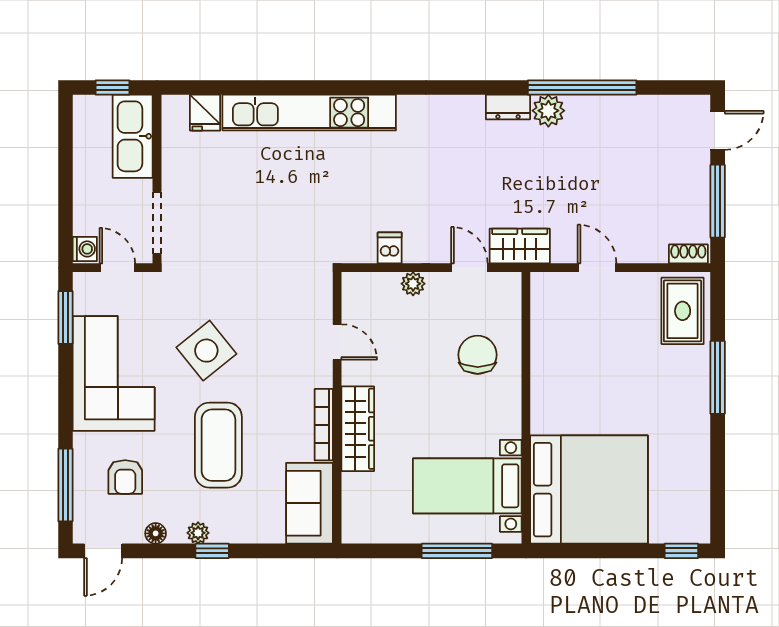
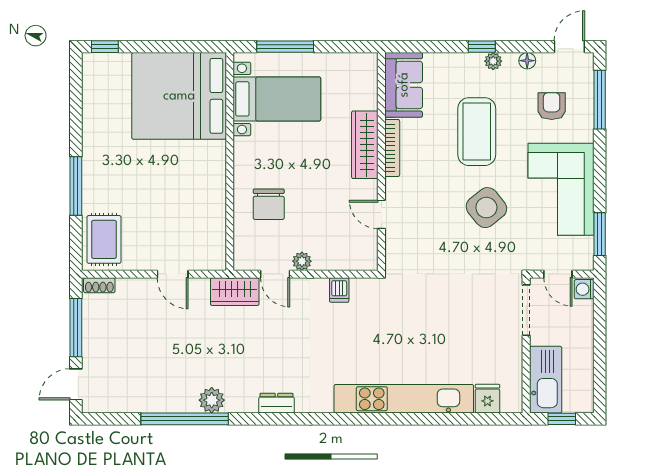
dresser: (508, 107) -> (277, 403), moved
plant: (413, 284) -> (302, 261), moved

